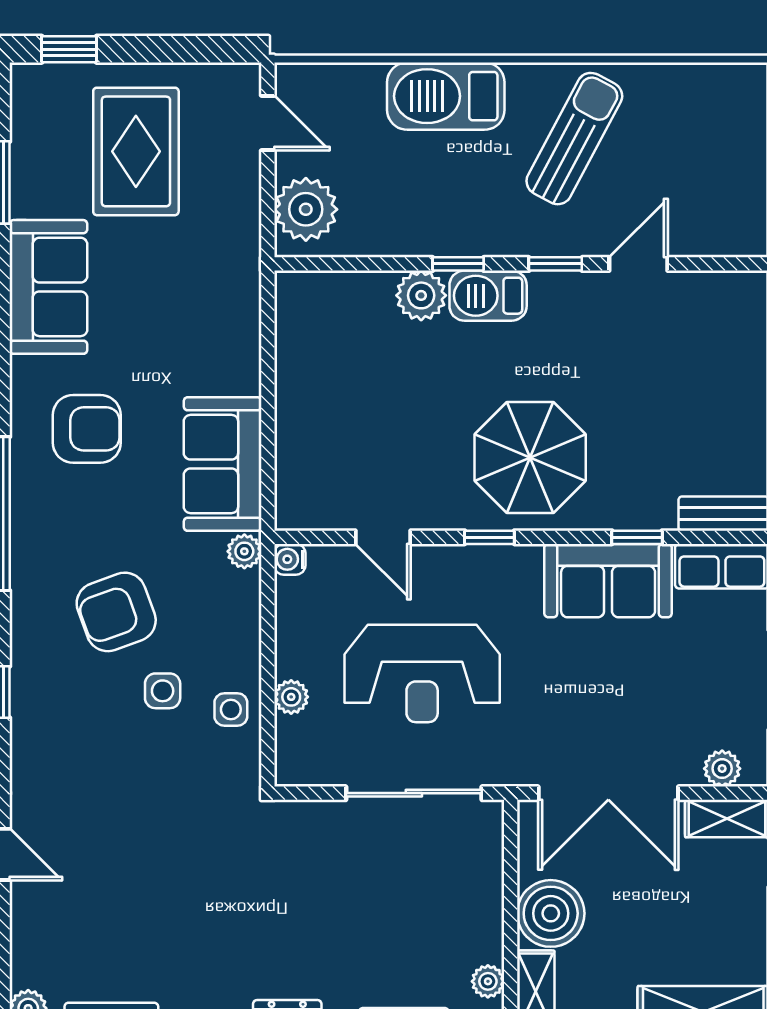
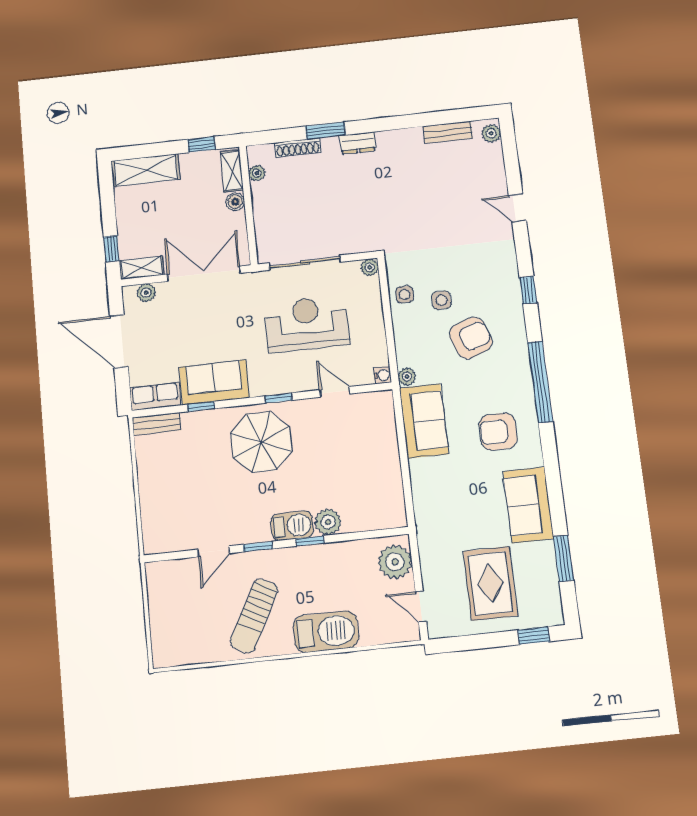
plant: (291, 697) -> (370, 267), moved
boiler: (551, 913) -> (235, 202), width x0.54, depth x0.54

